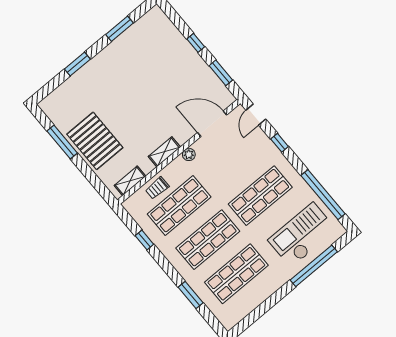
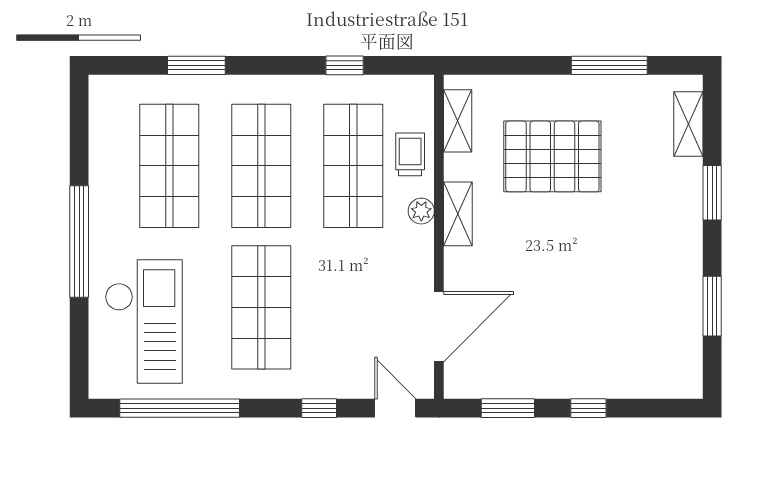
shelving: (59, 94) -> (688, 124), added
pallet: (95, 141) -> (552, 156), moved
plant: (189, 154) -> (421, 211), moved
window: (314, 266) -> (79, 241), moved

